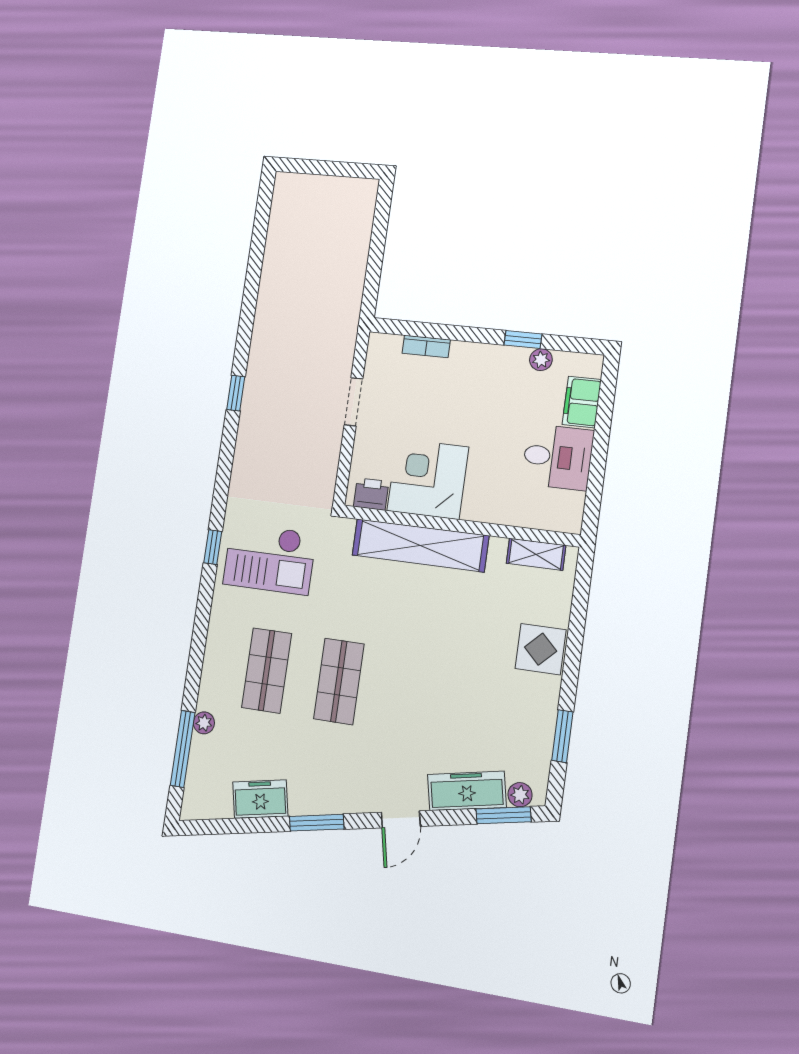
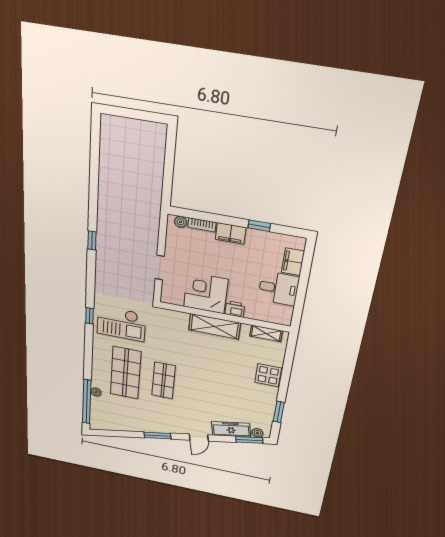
filing cabinet: (474, 358) -> (231, 233), added
plant: (541, 360) -> (180, 222), moved
doorway: (354, 402) -> (160, 267), moved
printer: (371, 494) -> (235, 309), moved
shelving: (420, 545) -> (214, 326), width x0.68
shop shelf: (267, 670) -> (126, 373), width x1.43, depth x1.36
window: (183, 749) -> (87, 402), width x1.46
freezer: (260, 799) -> (129, 424), removed

